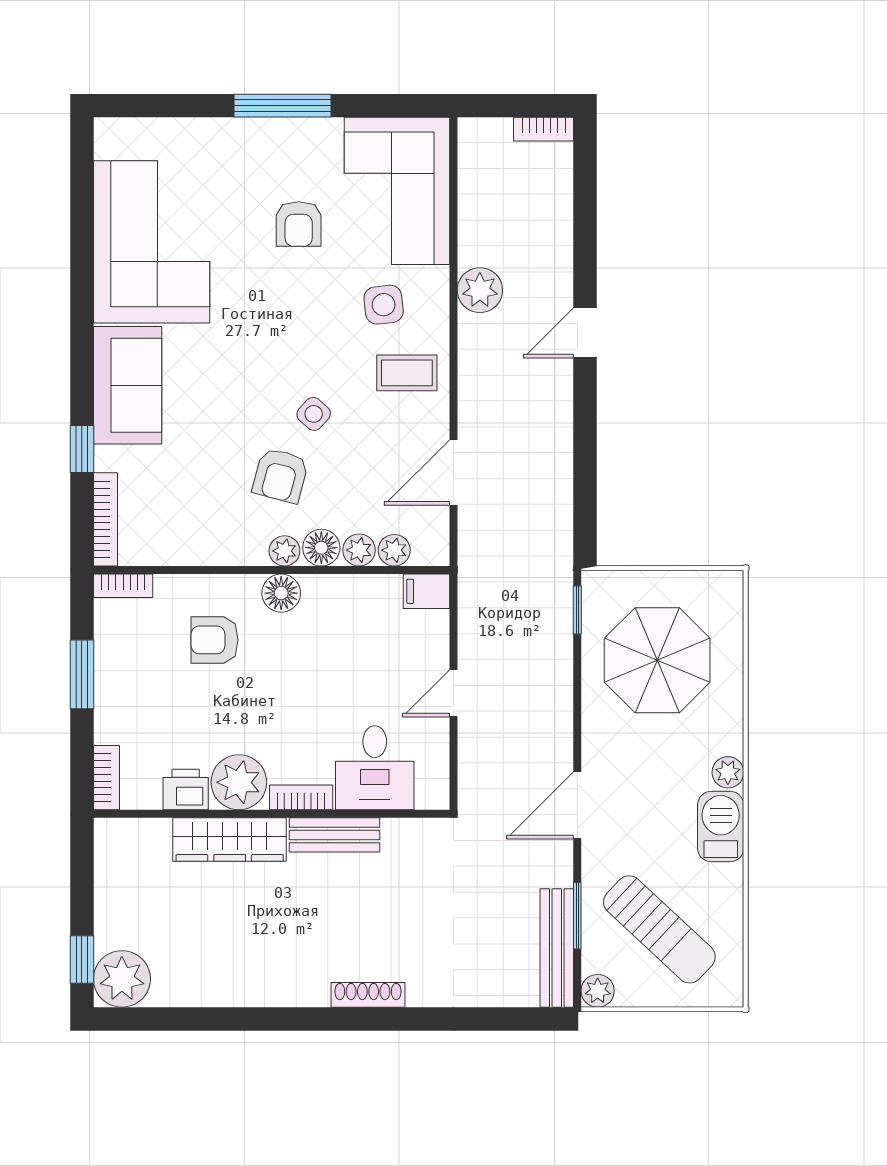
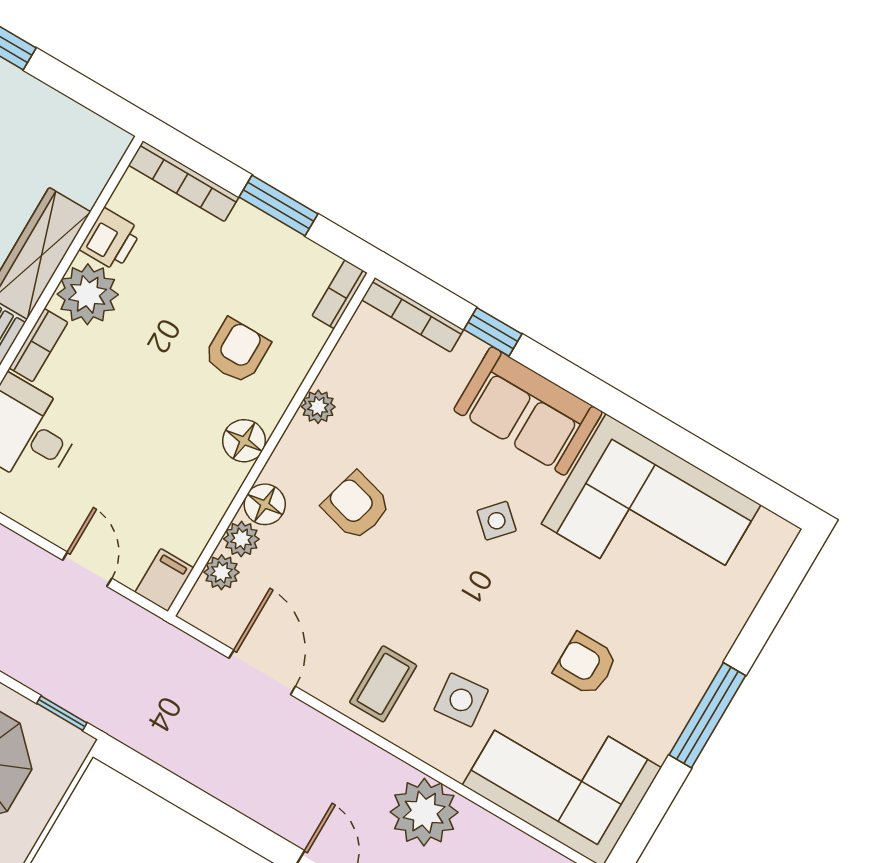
plant: (480, 290) -> (424, 812), width x1.36, depth x1.36
side table: (314, 414) -> (497, 521), moved
plant: (284, 551) -> (318, 407), moved
door: (453, 693) -> (87, 569), moved
bookcase: (106, 778) -> (184, 181), width x1.56

